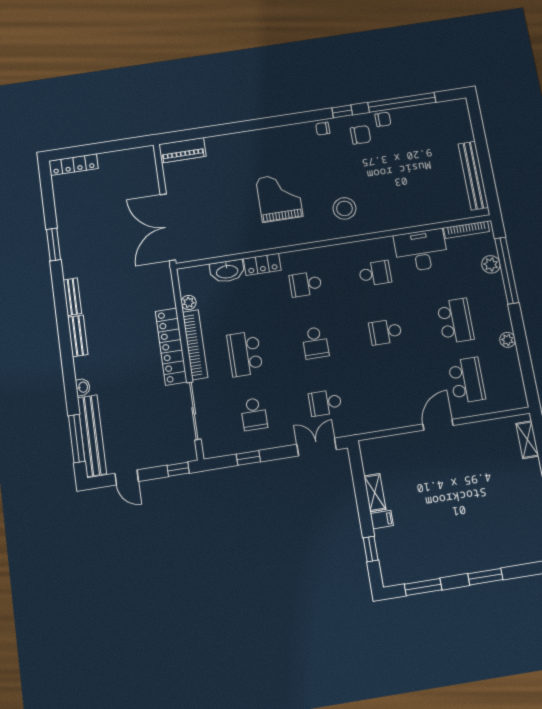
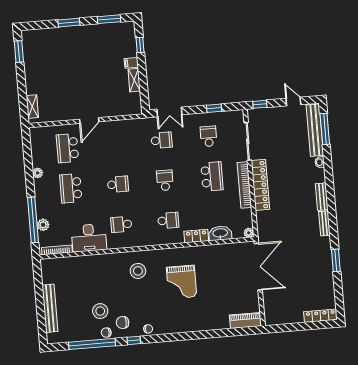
stool: (394, 148) -> (100, 311), added
bench: (473, 176) -> (50, 308), moved
plant: (189, 302) -> (249, 233), moved

